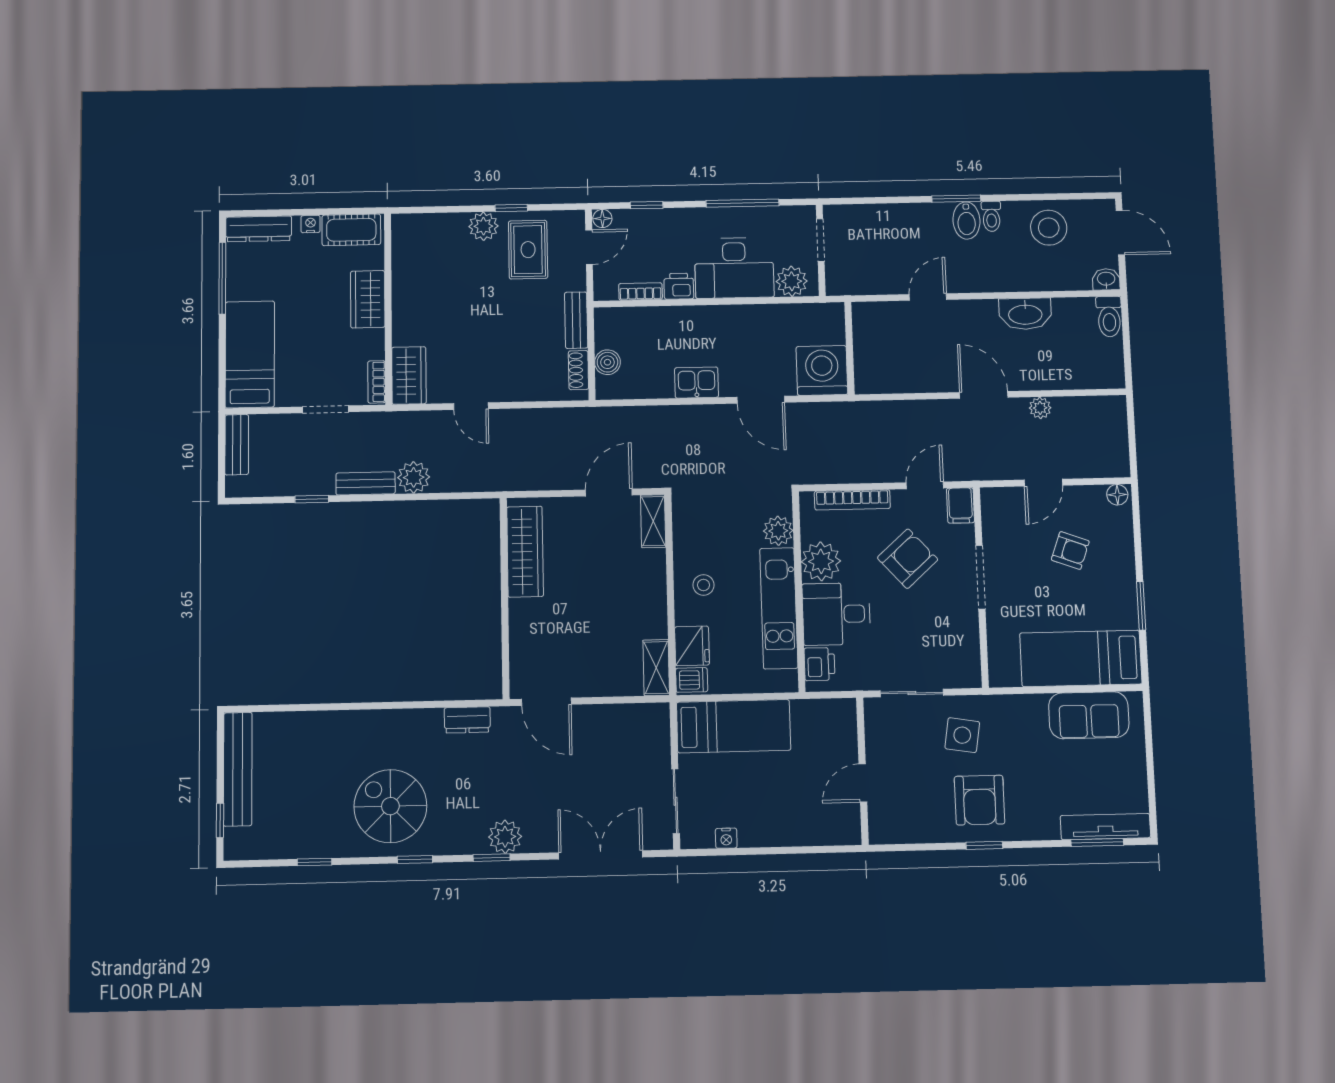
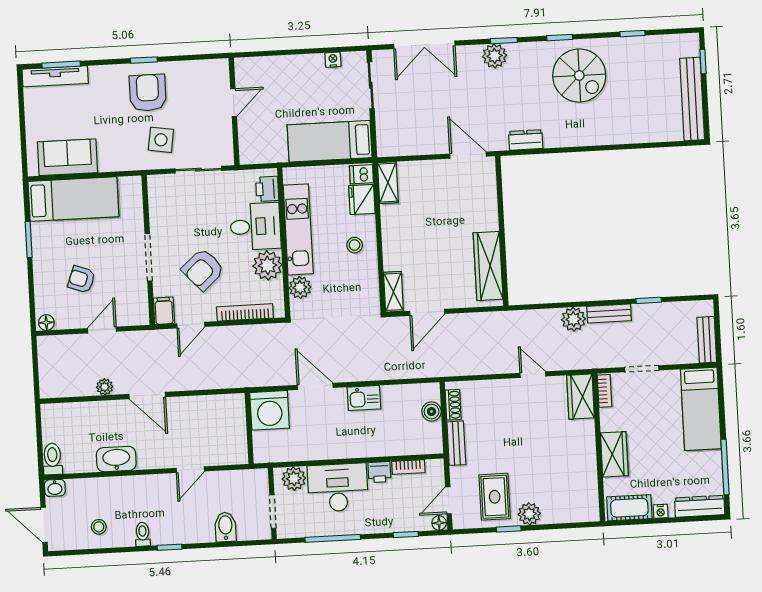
window: (956, 199) -> (170, 547), width x0.67
bidet: (966, 220) -> (225, 527), moved
stool: (1049, 228) -> (99, 527), width x0.53, depth x0.53

